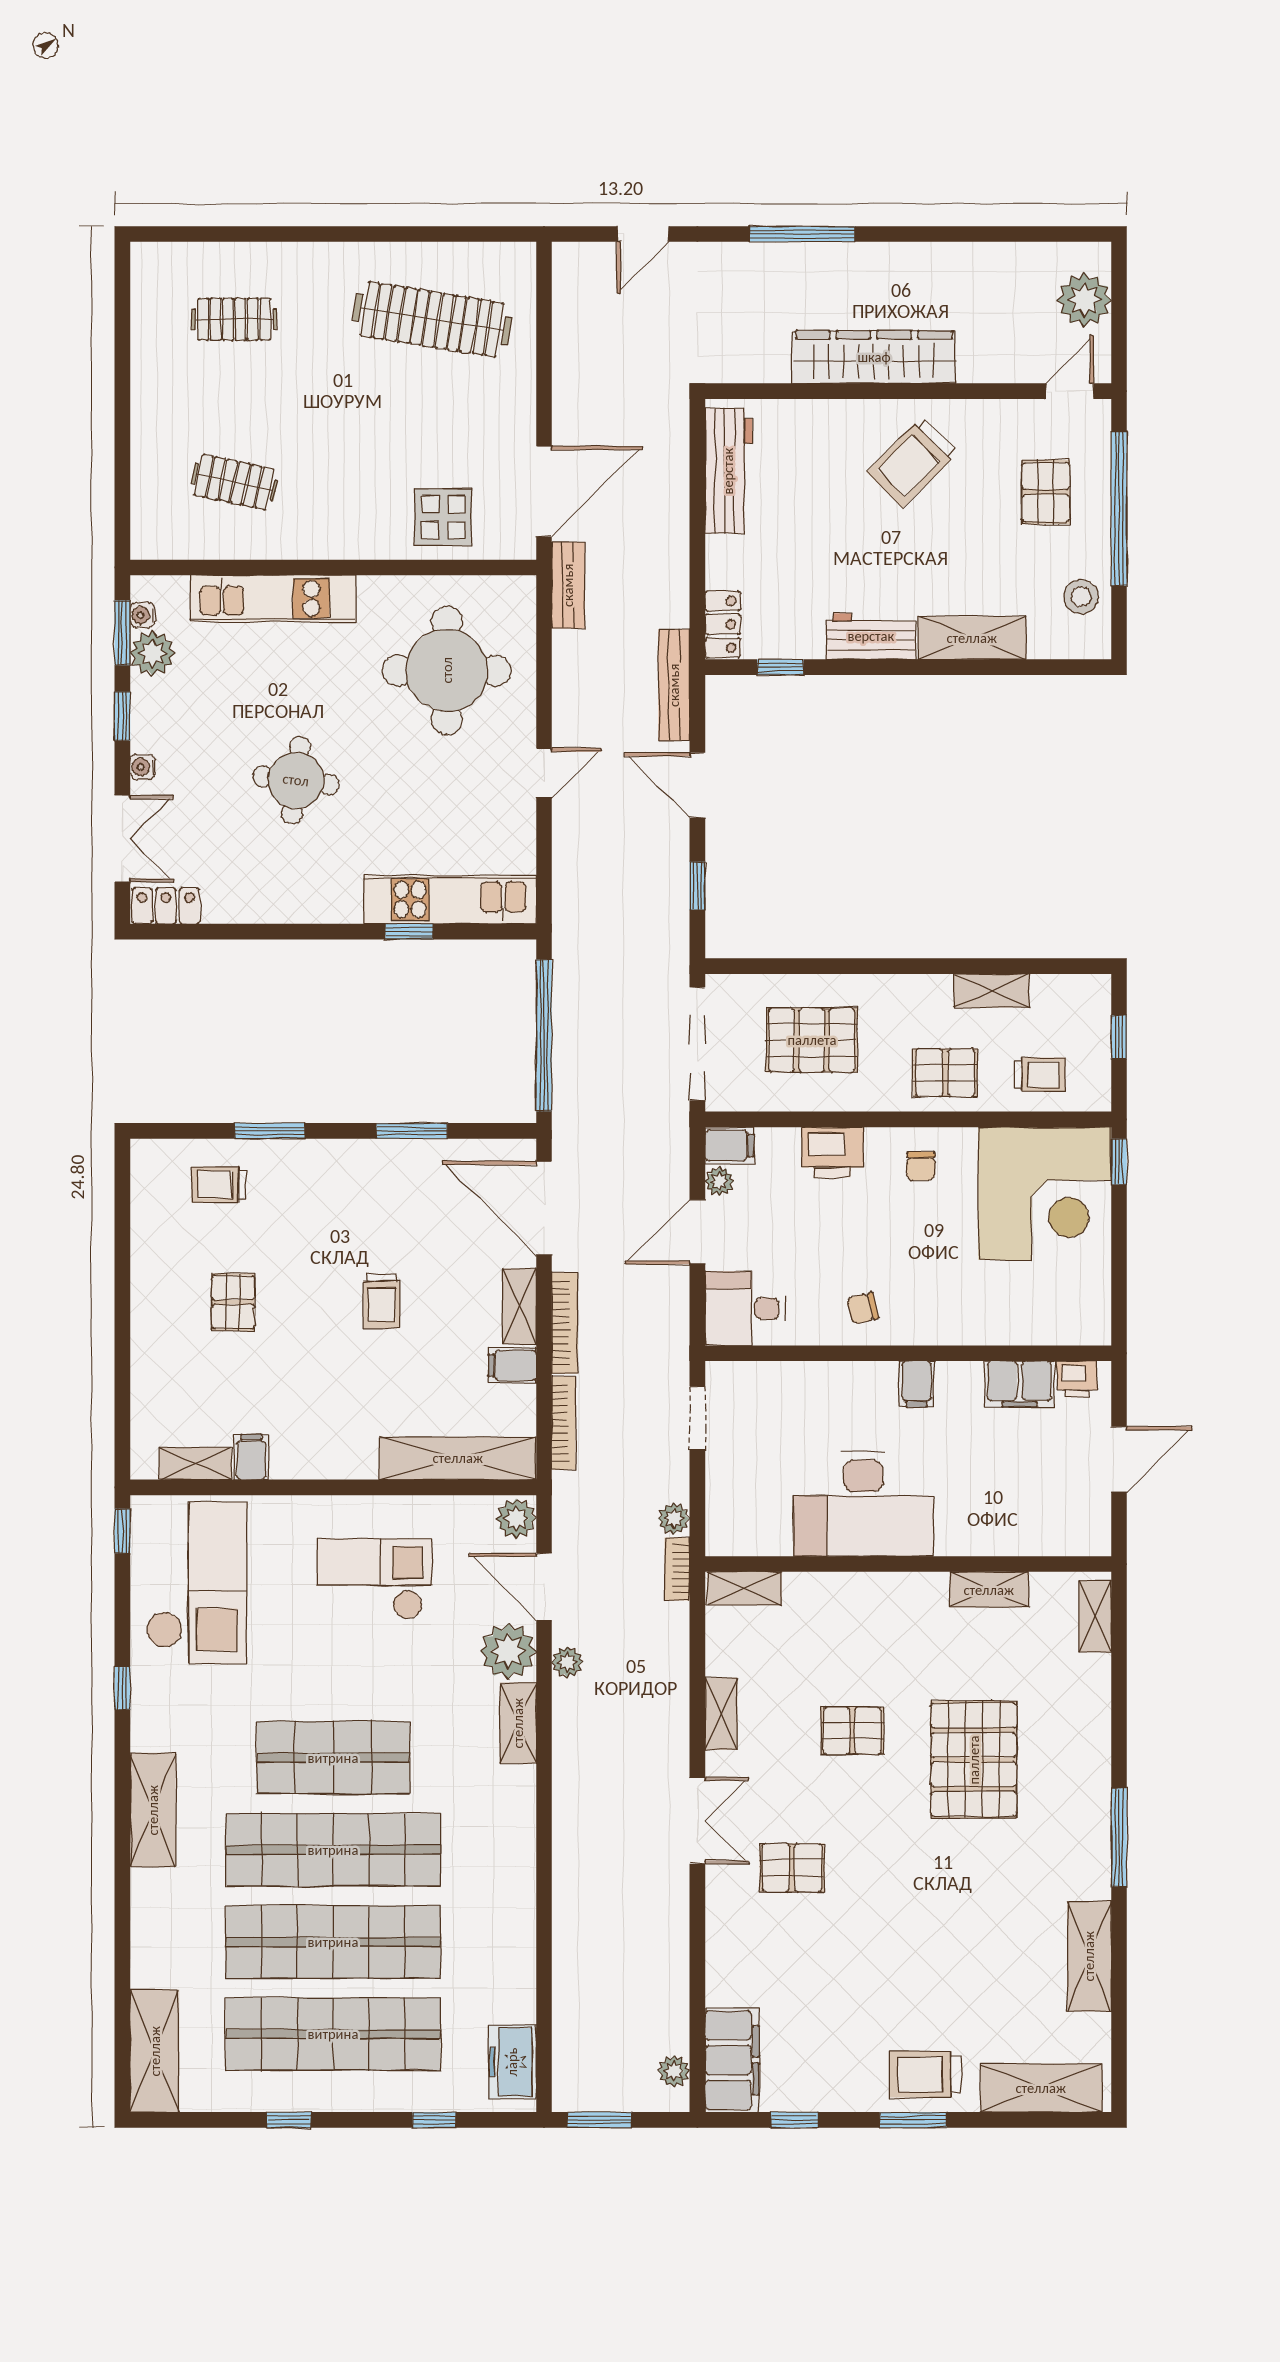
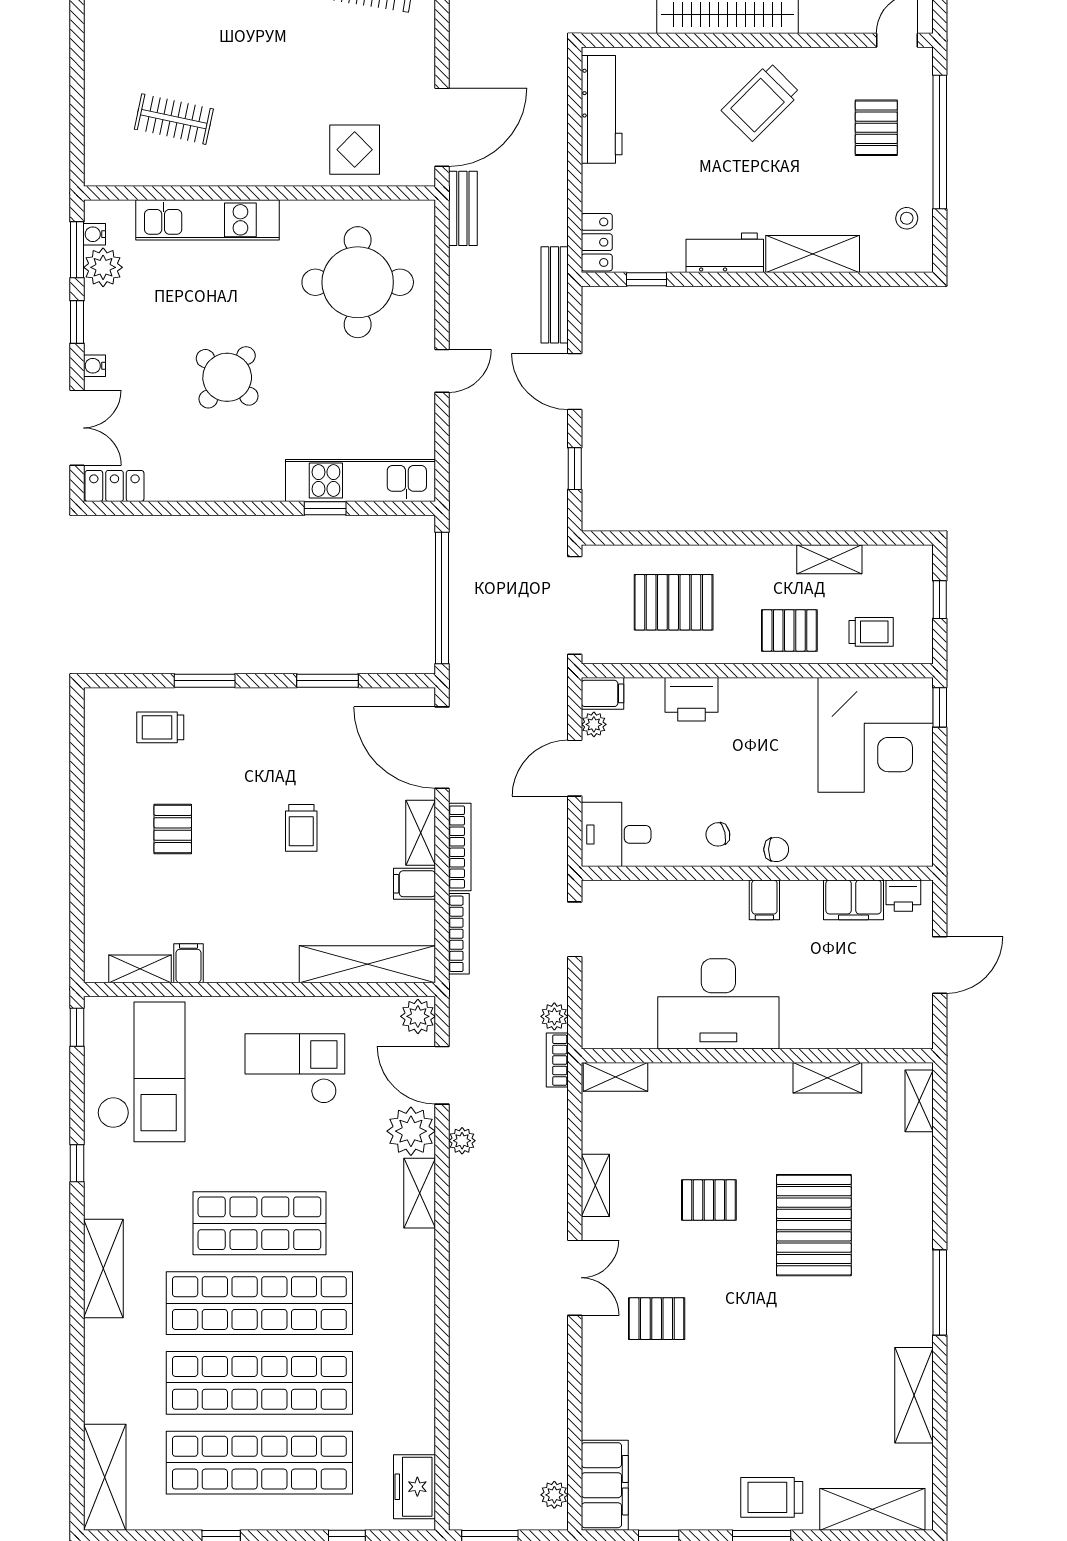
stool: (1081, 597) -> (907, 218), width x0.73, depth x0.73
round table: (296, 780) -> (227, 377), turned 34
chair: (921, 1166) -> (776, 849), moved, turned -90

